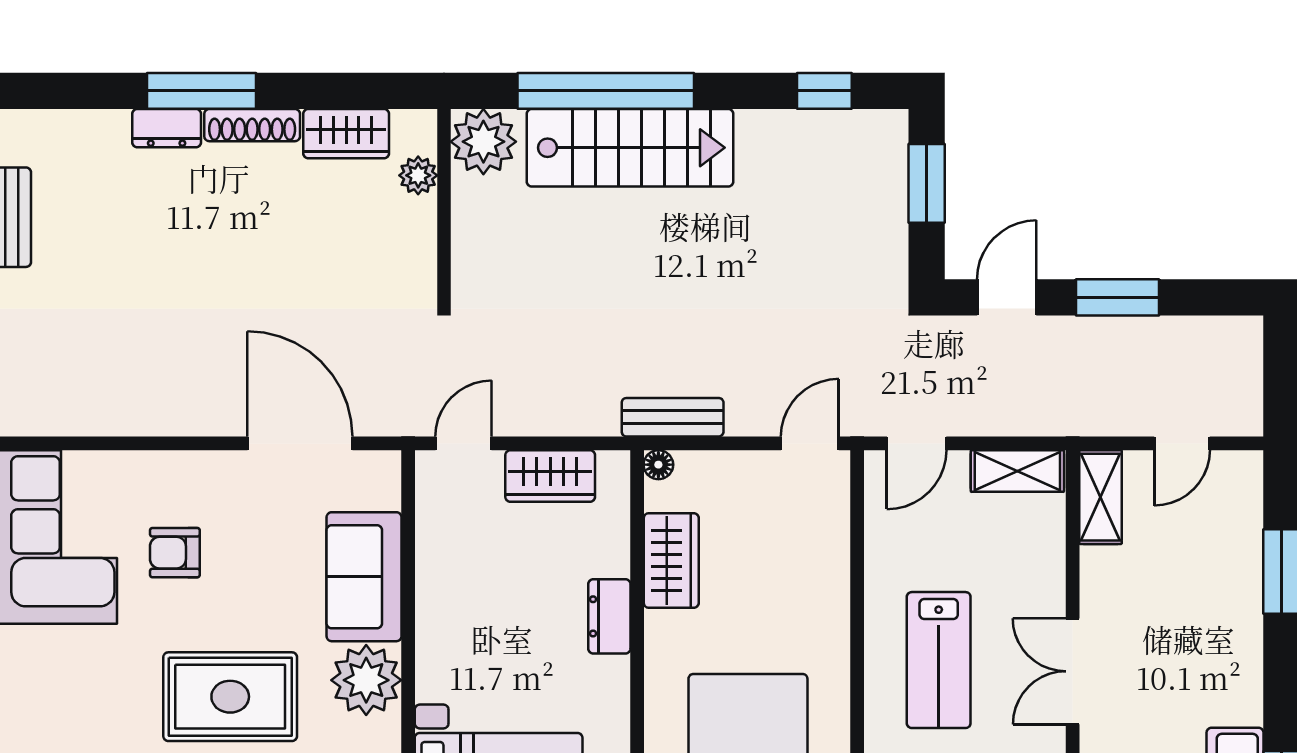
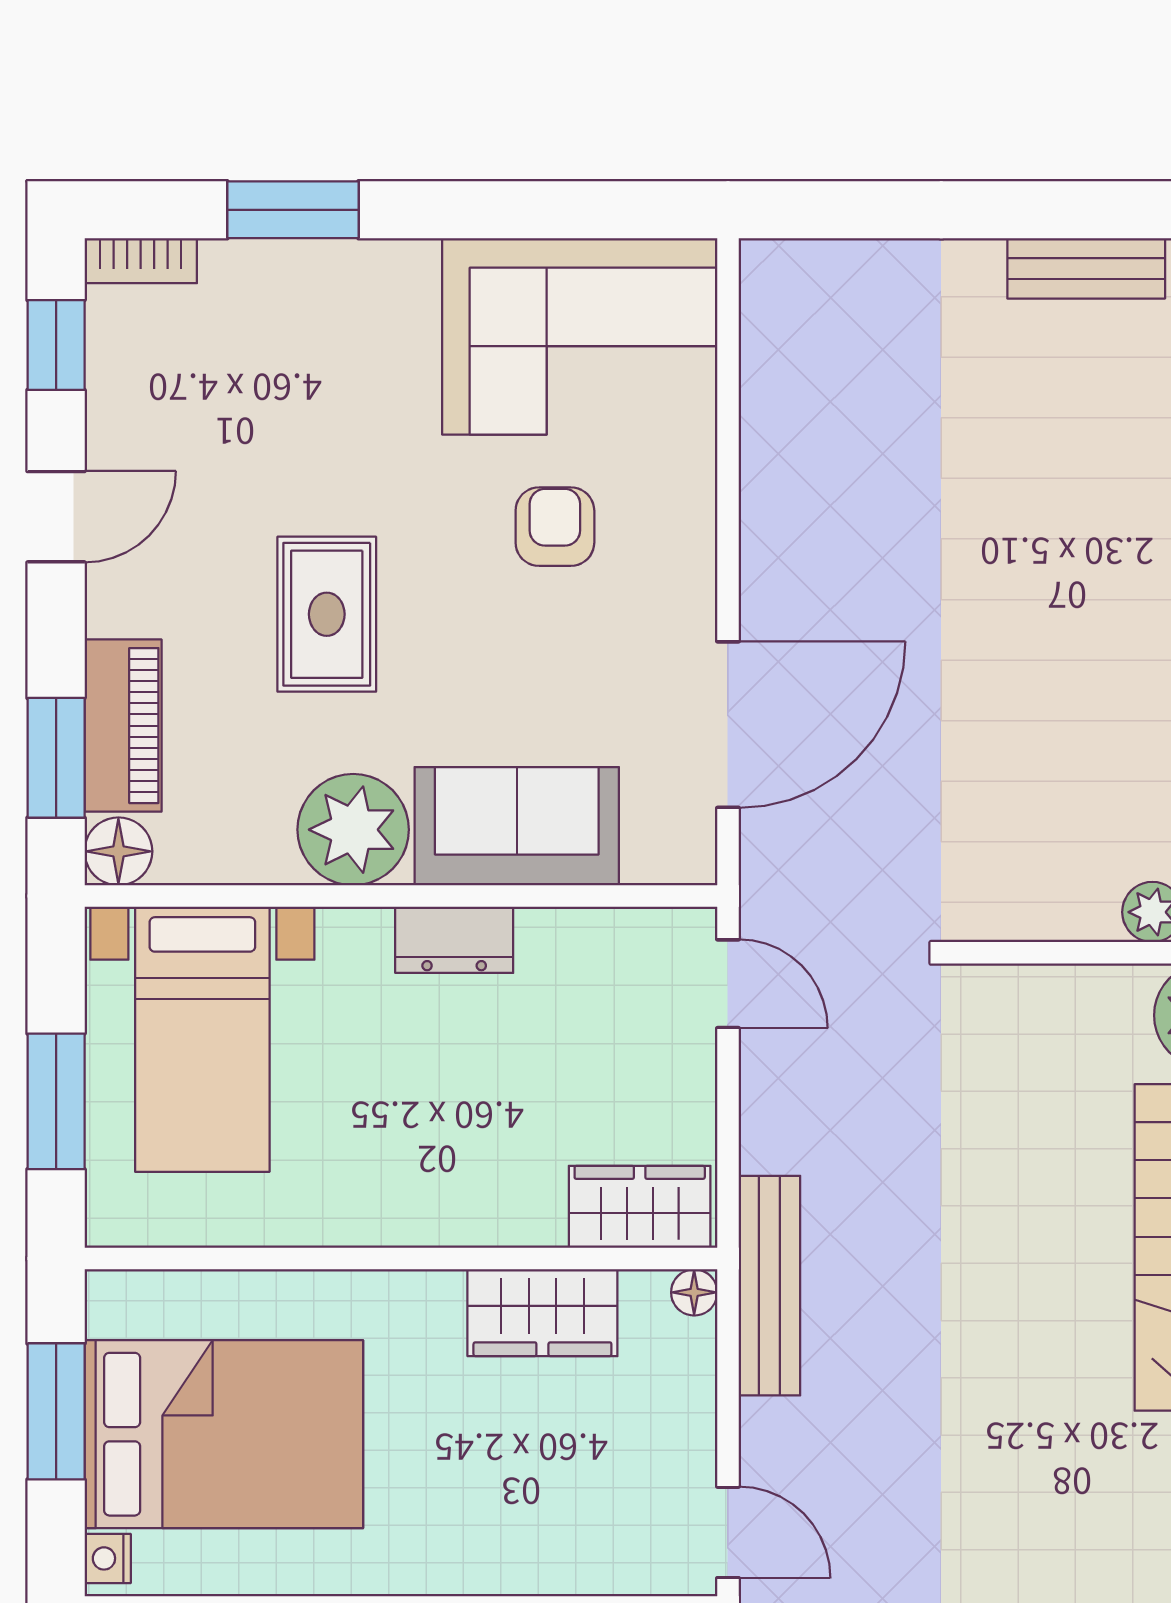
bench: (673, 417) -> (769, 1286), width x1.36
wardrobe: (550, 476) -> (640, 1207), moved, turned 90
dresser: (609, 616) -> (454, 940), moved, turned 180
rug: (230, 697) -> (327, 614), width x0.73, depth x0.70

